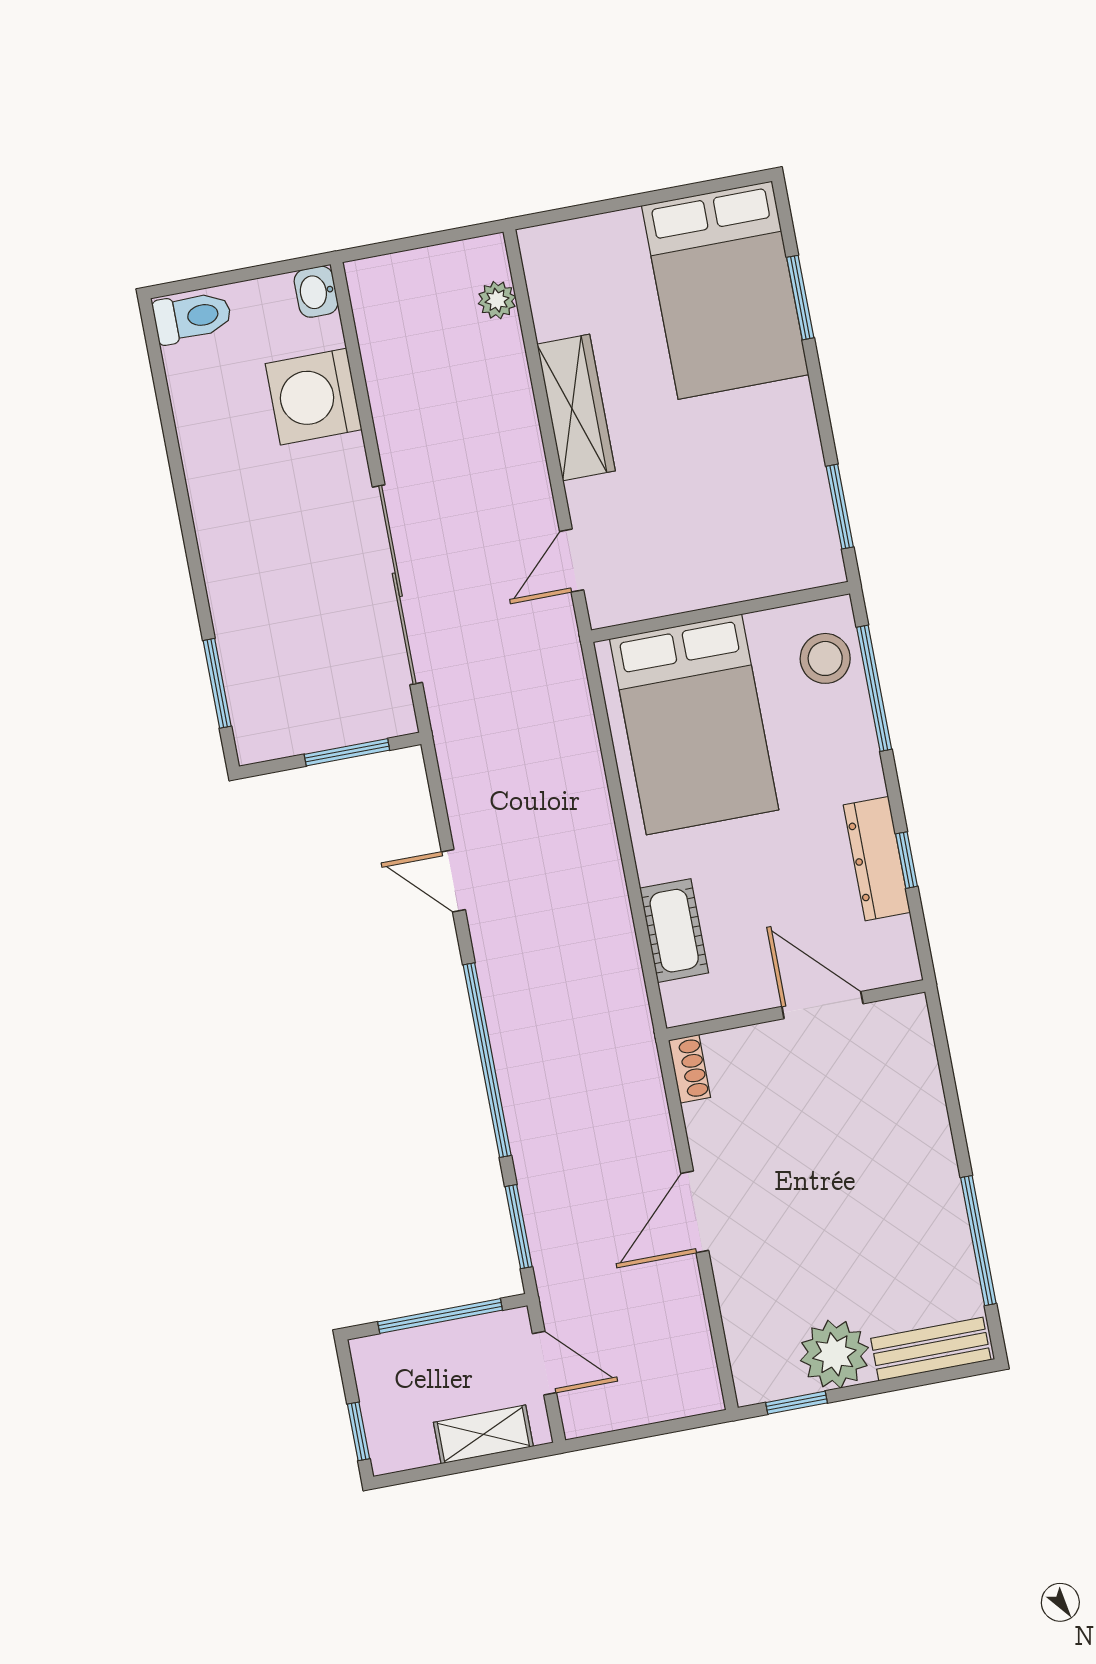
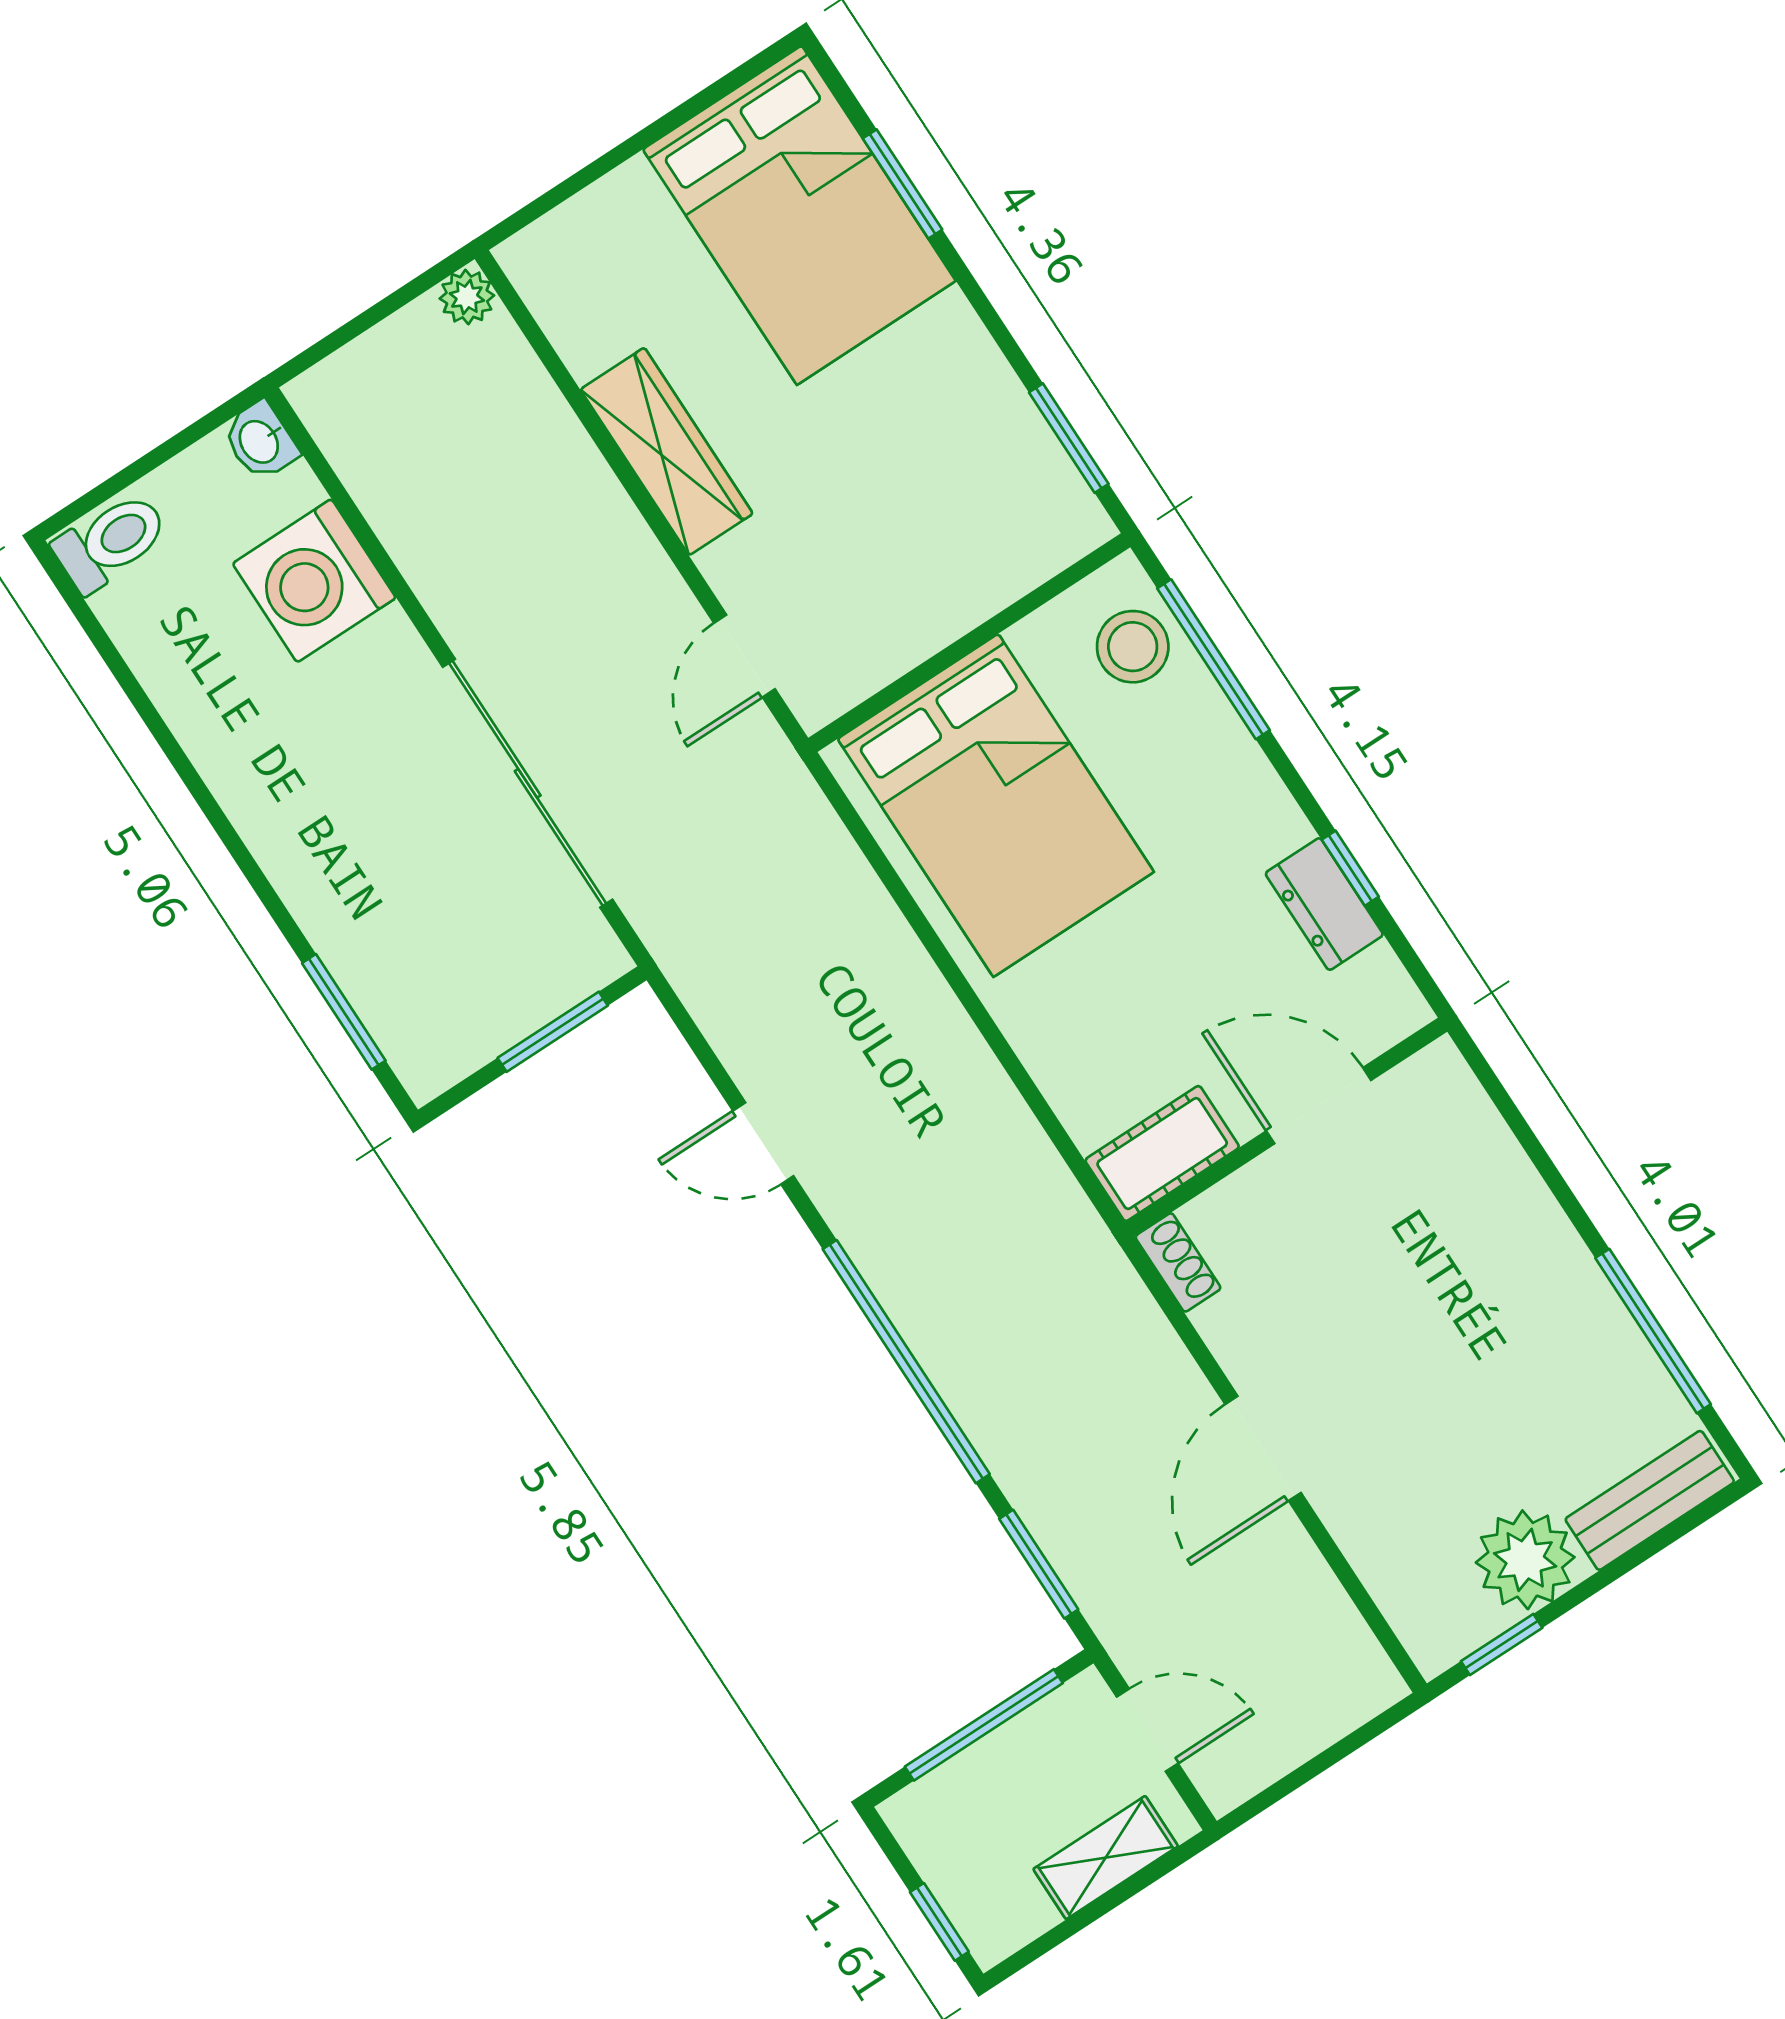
plant: (497, 300) -> (467, 297), moved
dresser: (877, 859) -> (1324, 904), width x0.70
cot: (674, 931) -> (1162, 1154), moved, turned 90

